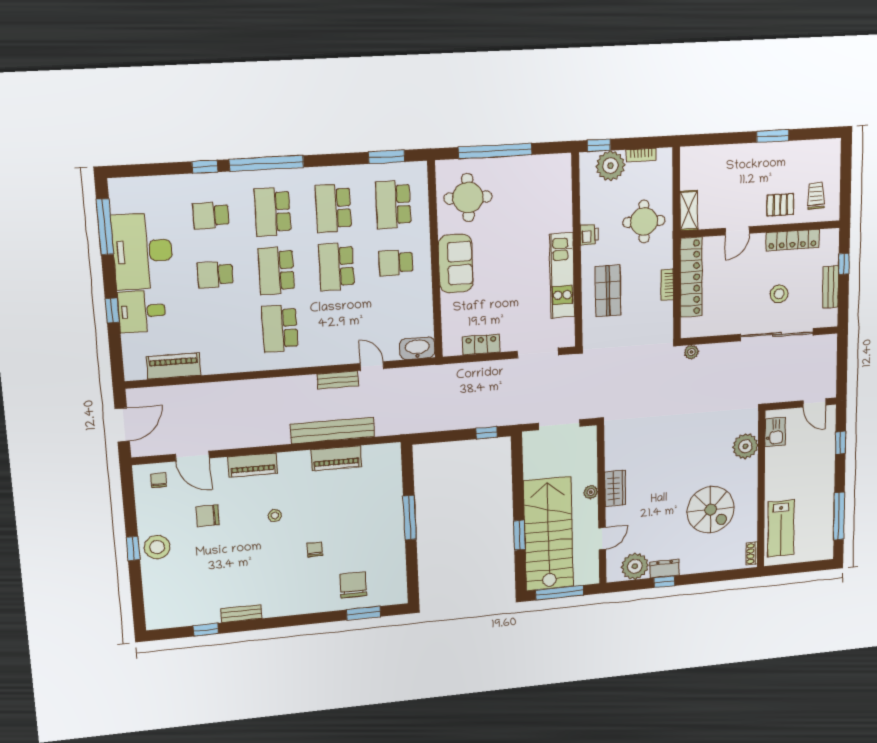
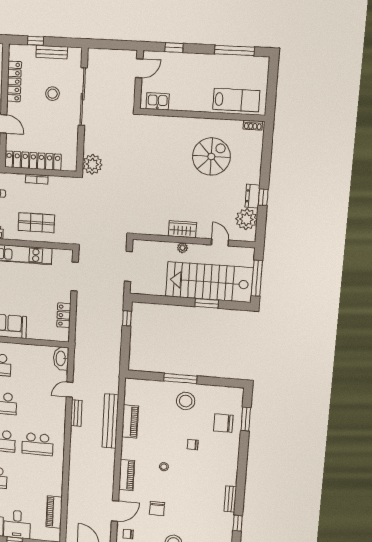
plant: (691, 352) -> (92, 164), width x1.88, depth x1.88
plant: (745, 446) -> (165, 126), removed
stool: (378, 530) -> (186, 401), added

